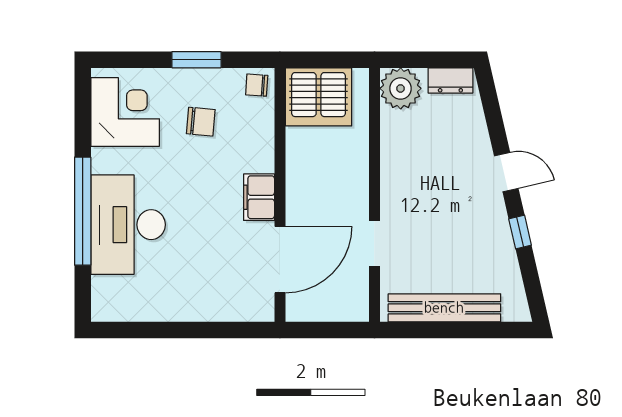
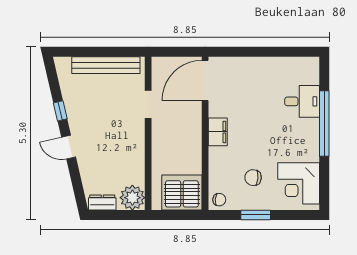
desk: (128, 225) -> (302, 101), width x0.53, depth x0.77
door: (280, 260) -> (205, 81), moved

